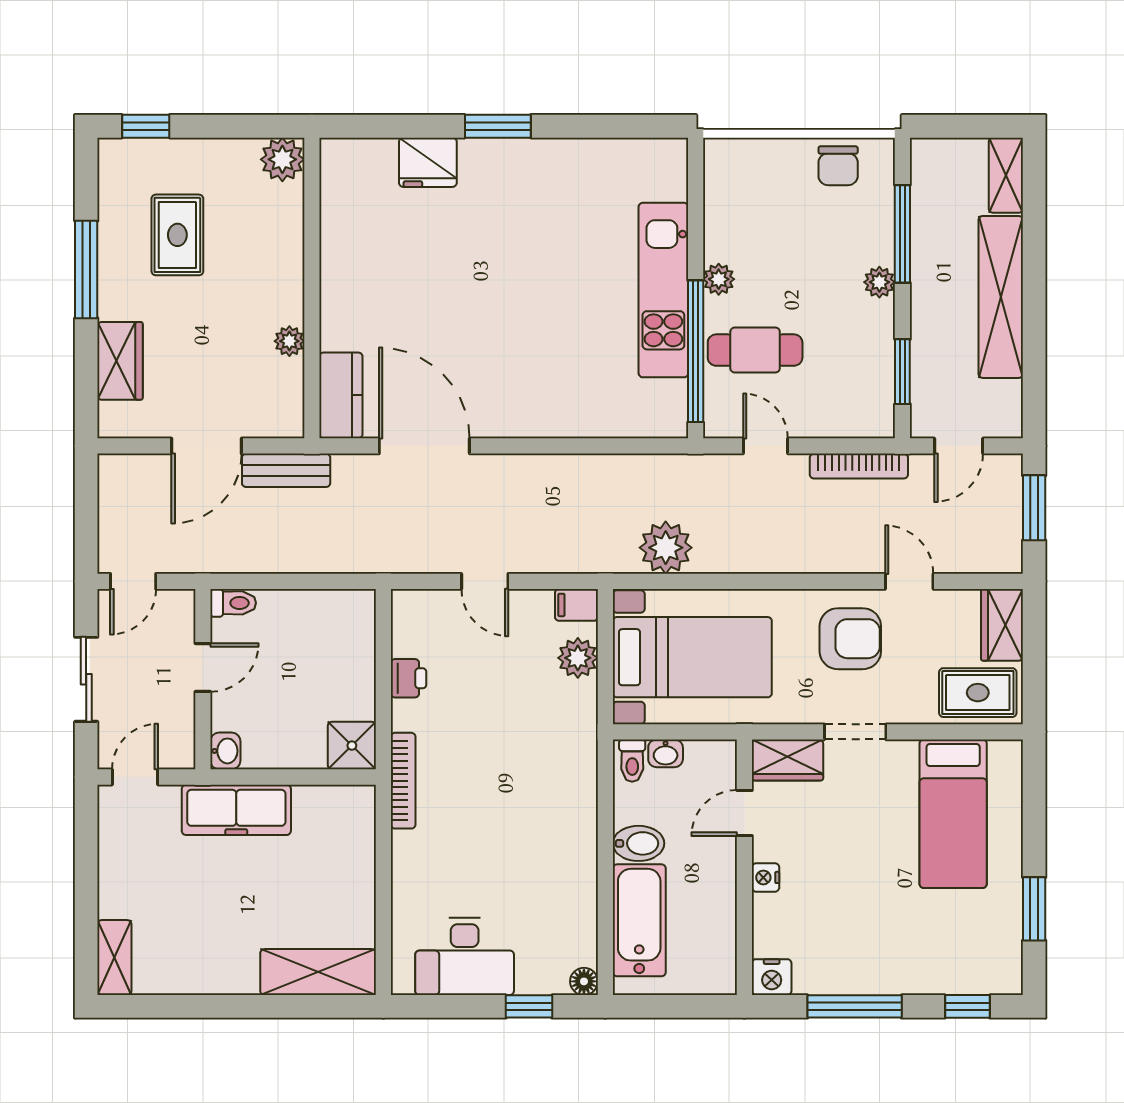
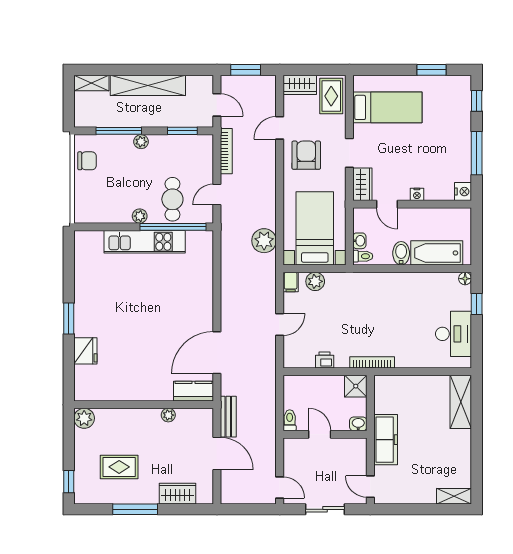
toilet: (233, 603) -> (290, 420), moved
door: (203, 668) -> (320, 434), moved
wall: (203, 679) -> (325, 434), moved
washbasin: (225, 751) -> (358, 424), moved

